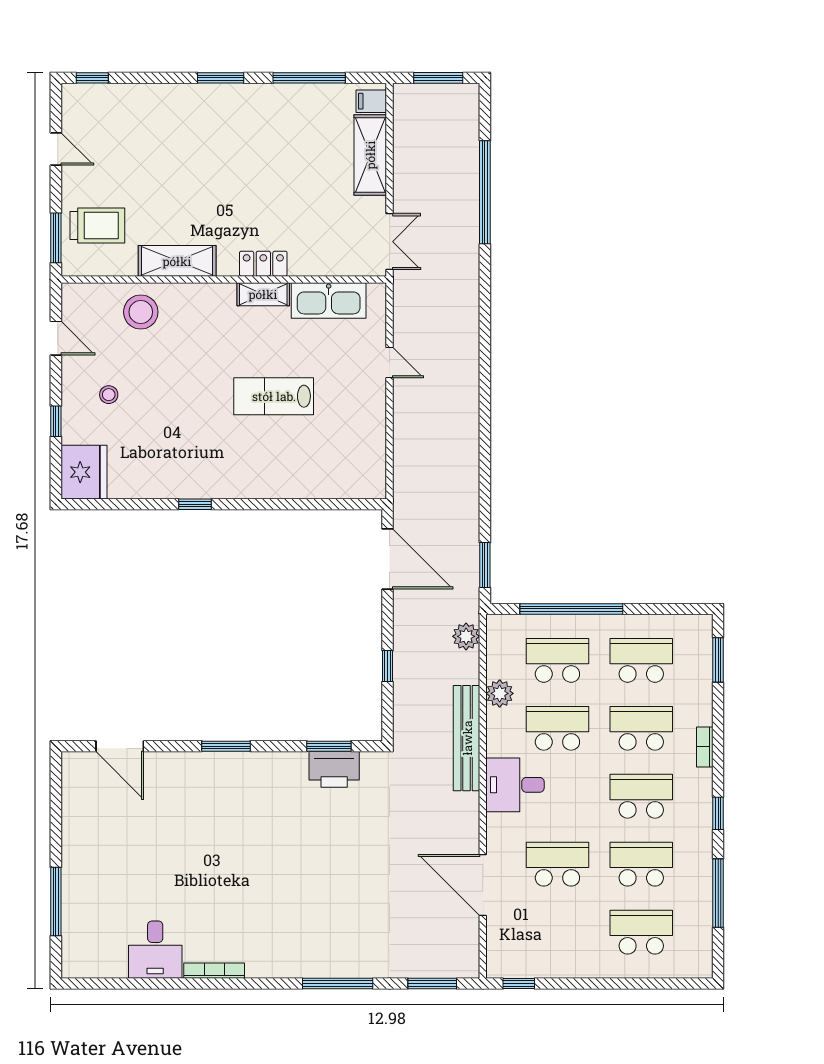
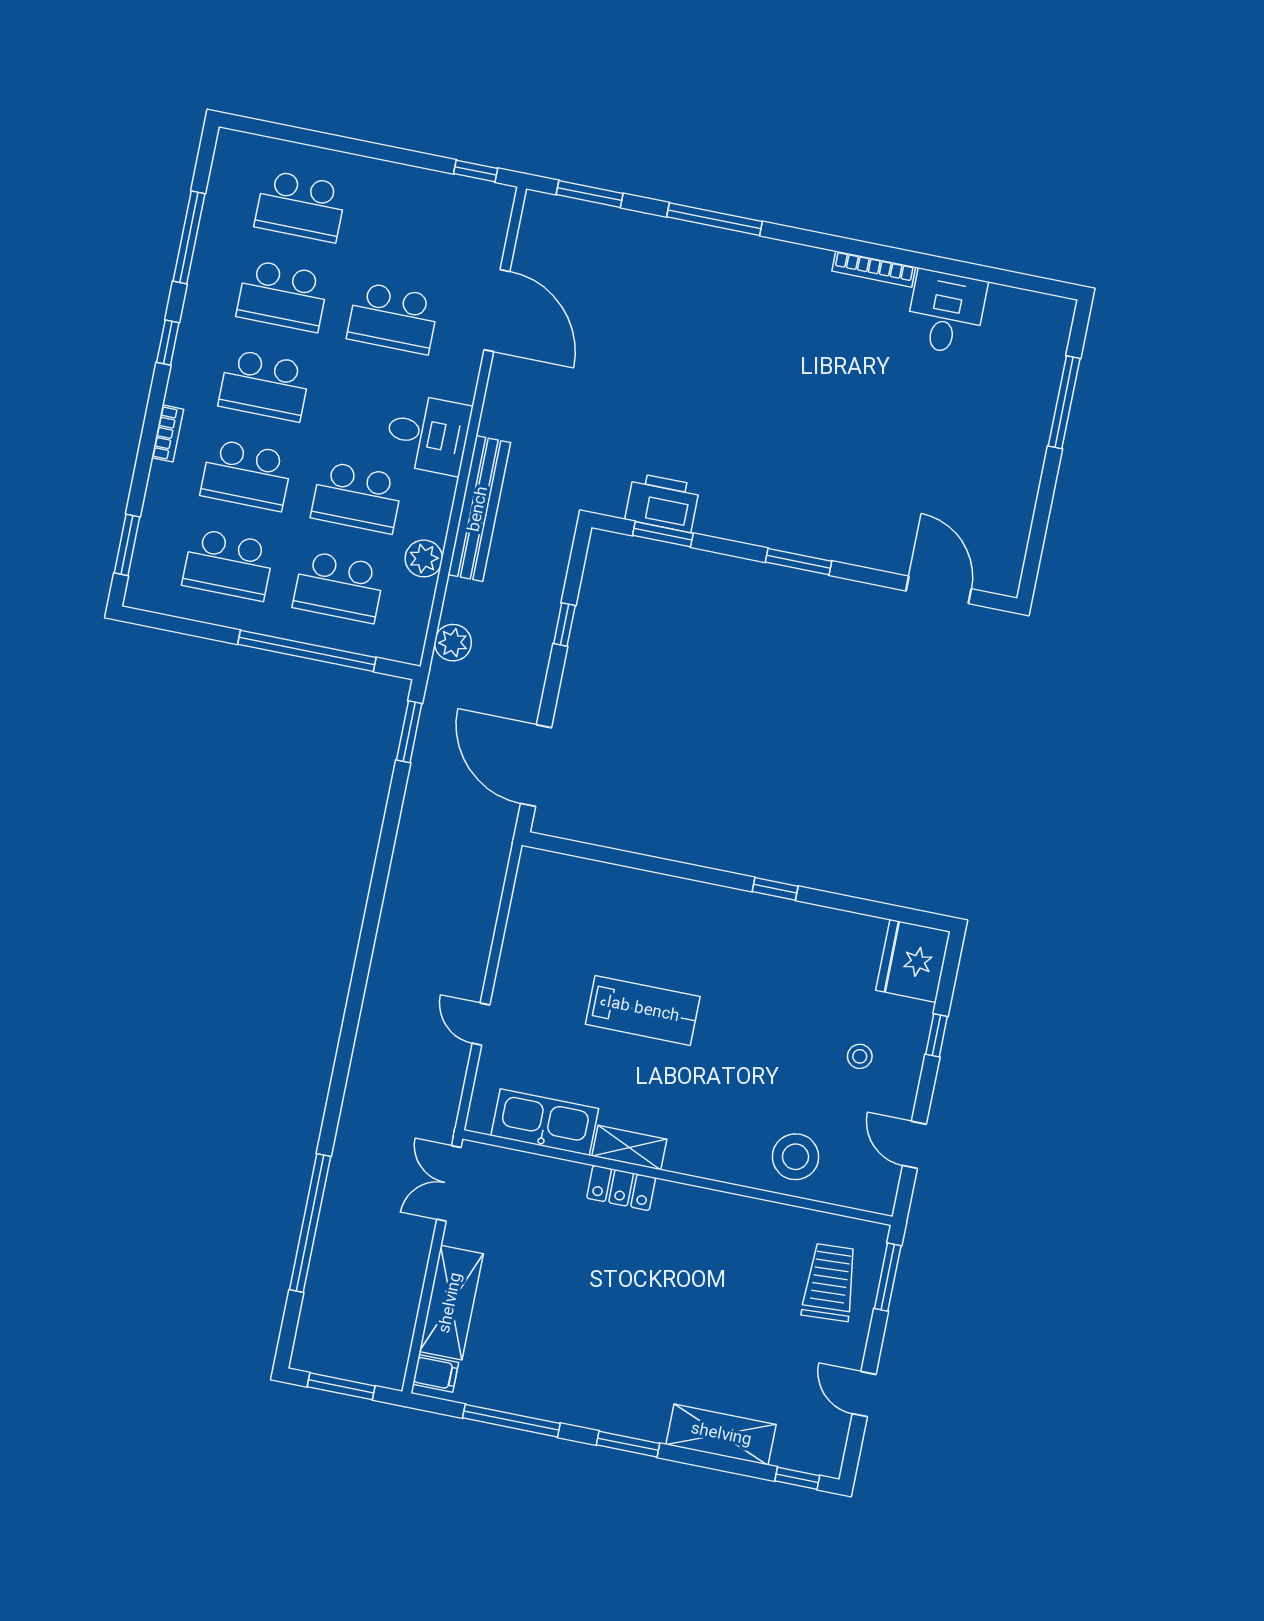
trolley: (97, 225) -> (830, 1282), turned 87
shelving: (177, 261) -> (721, 1435), moved

